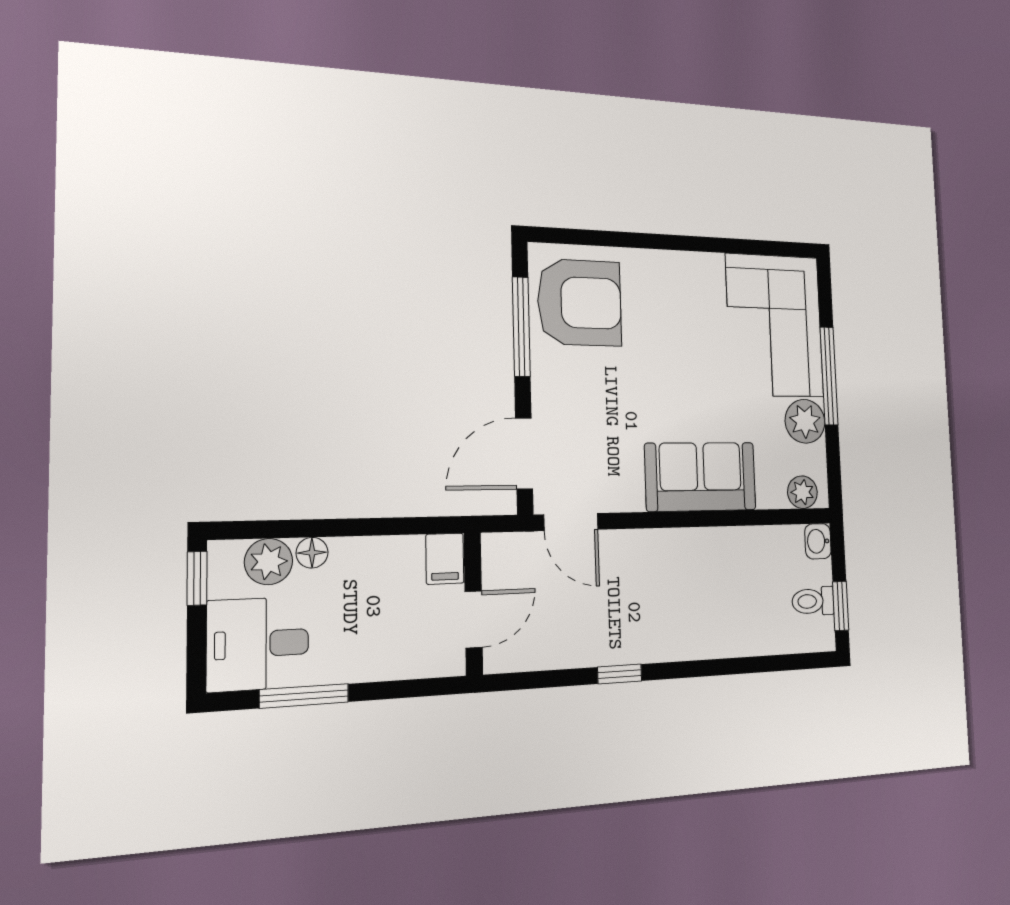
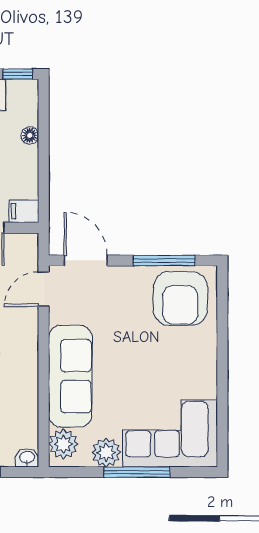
sofa: (701, 477) -> (70, 376), width x1.36
plant: (802, 492) -> (63, 444), width x1.38, depth x1.38
plant: (269, 562) -> (26, 112), removed

